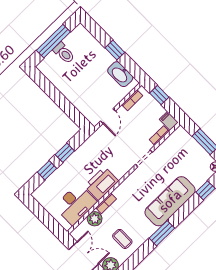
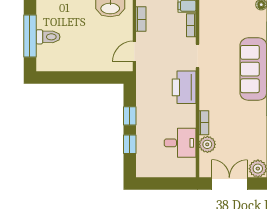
door: (108, 116) -> (134, 51), swing flipped
printer: (101, 184) -> (184, 87), moved
desk: (75, 204) -> (180, 143), width x0.73
coffee table: (122, 239) -> (246, 138), removed

